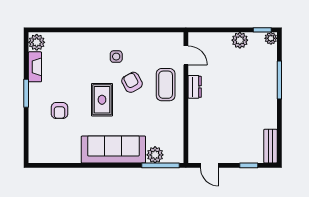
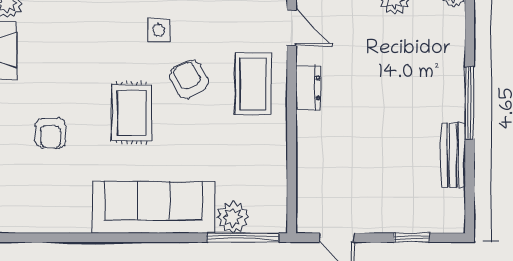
window: (279, 80) -> (470, 103), moved
bench: (270, 146) -> (453, 155), moved

